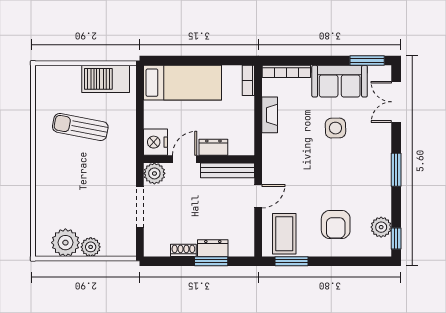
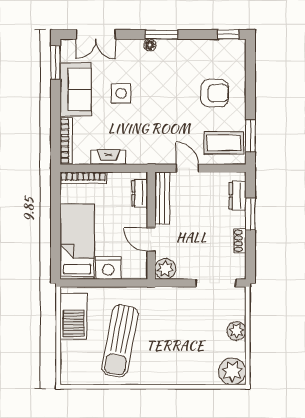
bookcase: (248, 80) -> (83, 178), width x1.56
sun lounger: (80, 127) -> (120, 341), width x1.36, depth x1.34
nightstand: (156, 142) -> (108, 268), moved
dresser: (213, 147) -> (140, 193), moved
floor lamp: (385, 158) -> (150, 45), added
doorway: (140, 207) -> (216, 283), moved
plant: (381, 227) -> (217, 49), removed
plant: (65, 243) -> (232, 371), moved
dresser: (213, 248) -> (238, 196), moved

